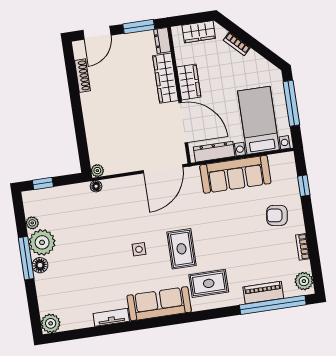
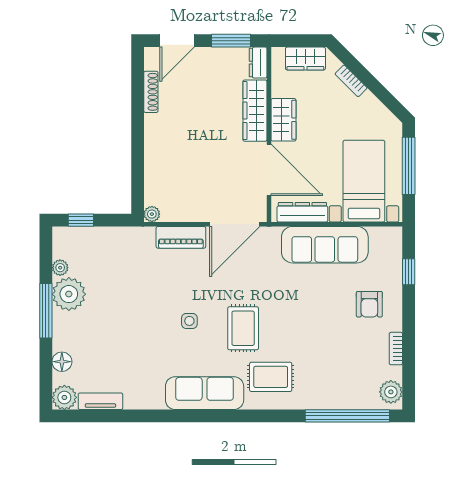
floor lamp: (96, 186) -> (147, 234), removed
armchair: (277, 215) -> (369, 304), turned -98
floor lamp: (40, 265) -> (62, 362), moved
piano: (263, 293) -> (181, 237), moved, turned 180
tv unit: (111, 317) -> (100, 401), moved

